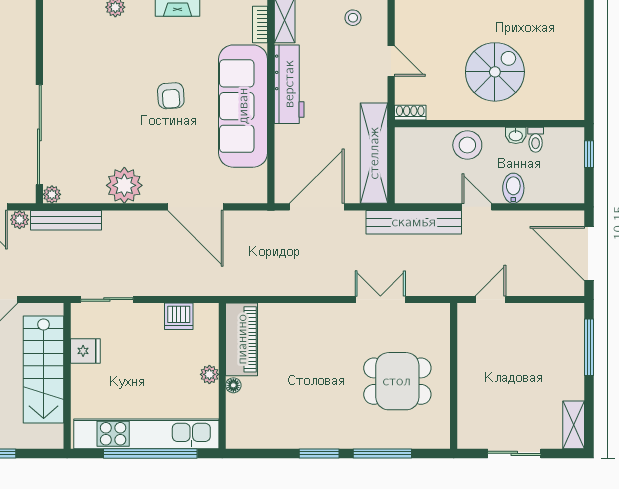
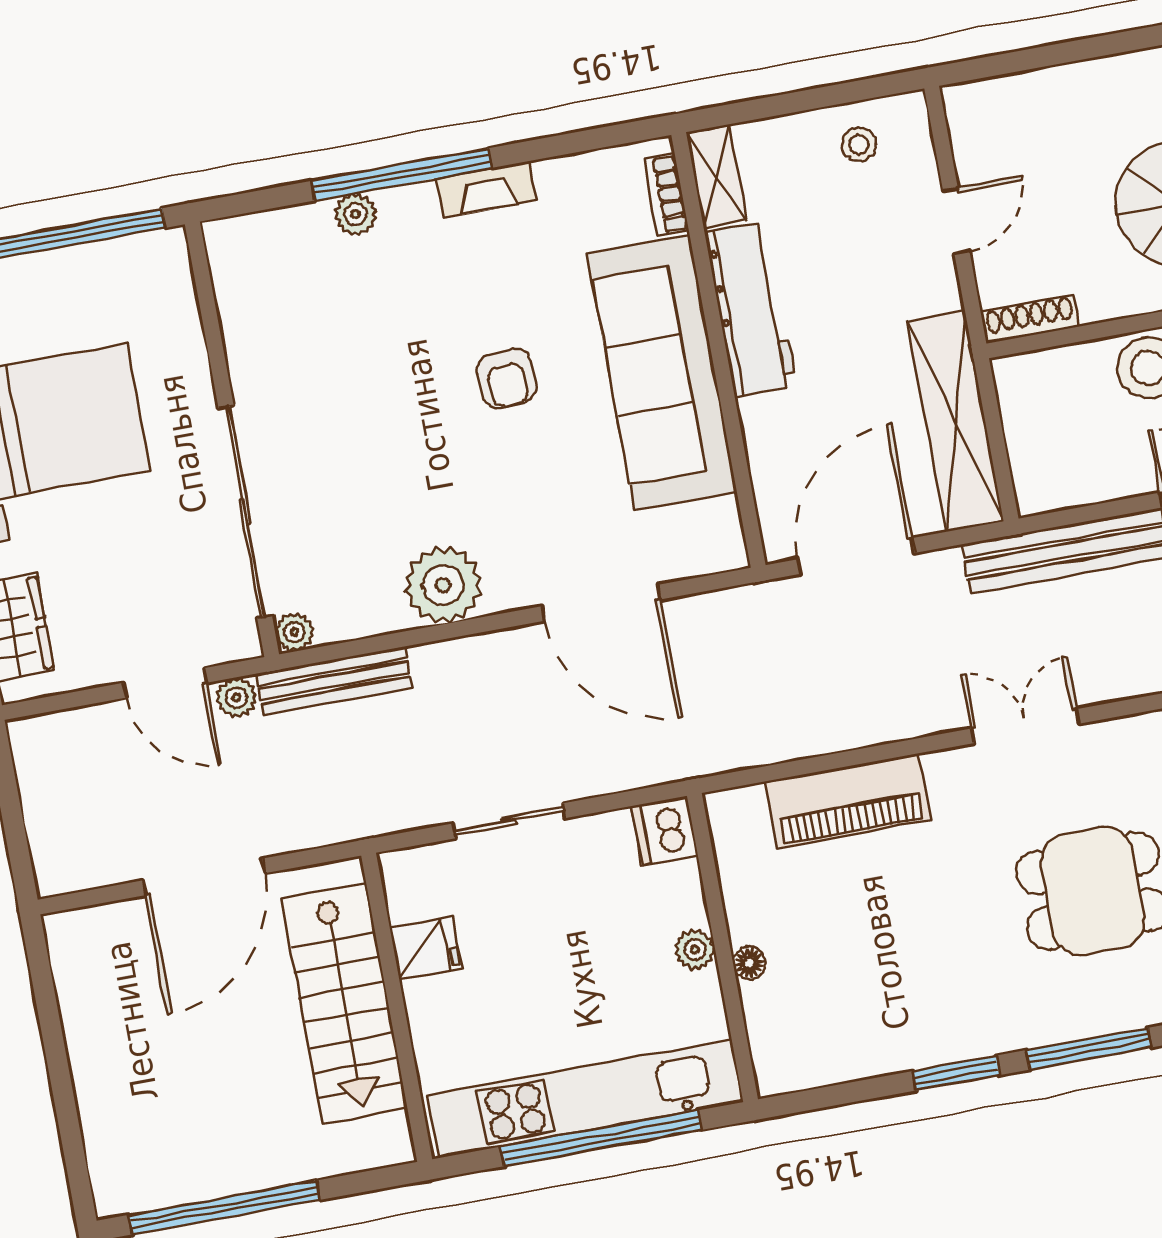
door: (391, 61) -> (956, 221), hinge flipped
shoe rack: (410, 113) -> (1030, 319), width x1.43
sliding door: (107, 299) -> (509, 821), moved
dishwasher: (179, 316) -> (665, 831), moved, turned 90
piano: (242, 339) -> (848, 801), moved, turned 90

